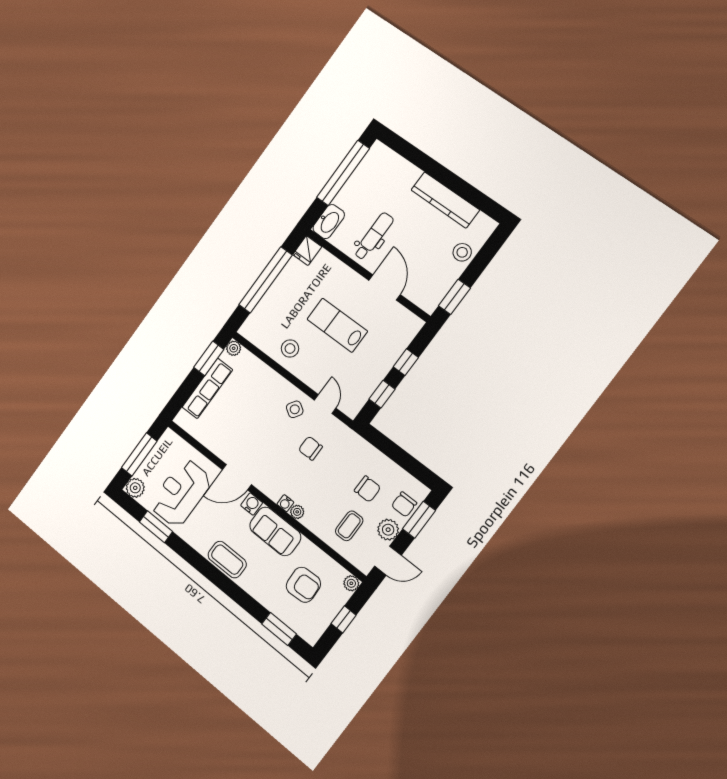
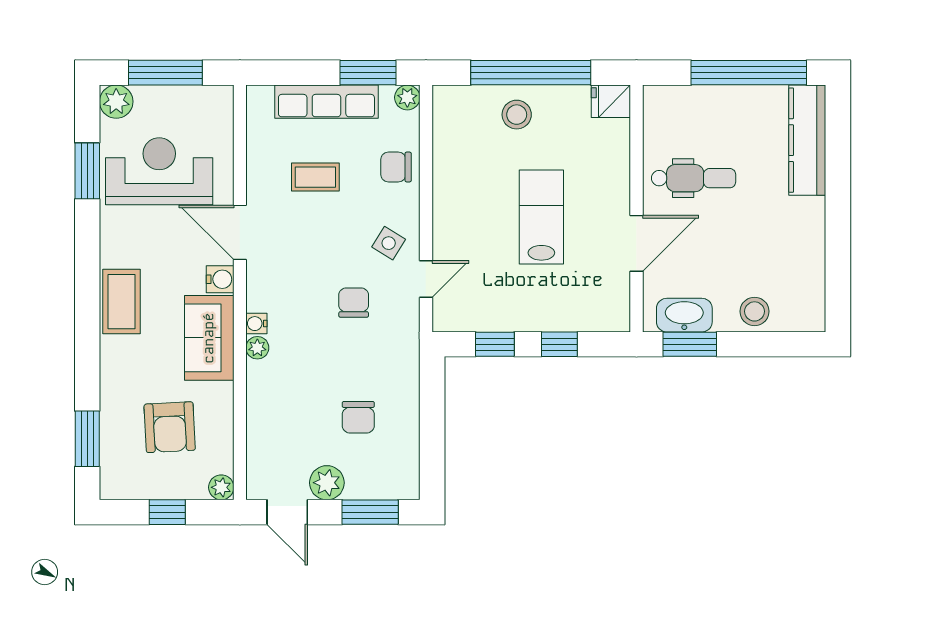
kitchen counter: (445, 200) -> (807, 140), moved
washbasin: (329, 222) -> (684, 315), moved, turned 180
stool: (290, 349) -> (517, 115), moved
chair: (404, 504) -> (396, 167), moved
coffee table: (349, 526) -> (315, 177), moved

